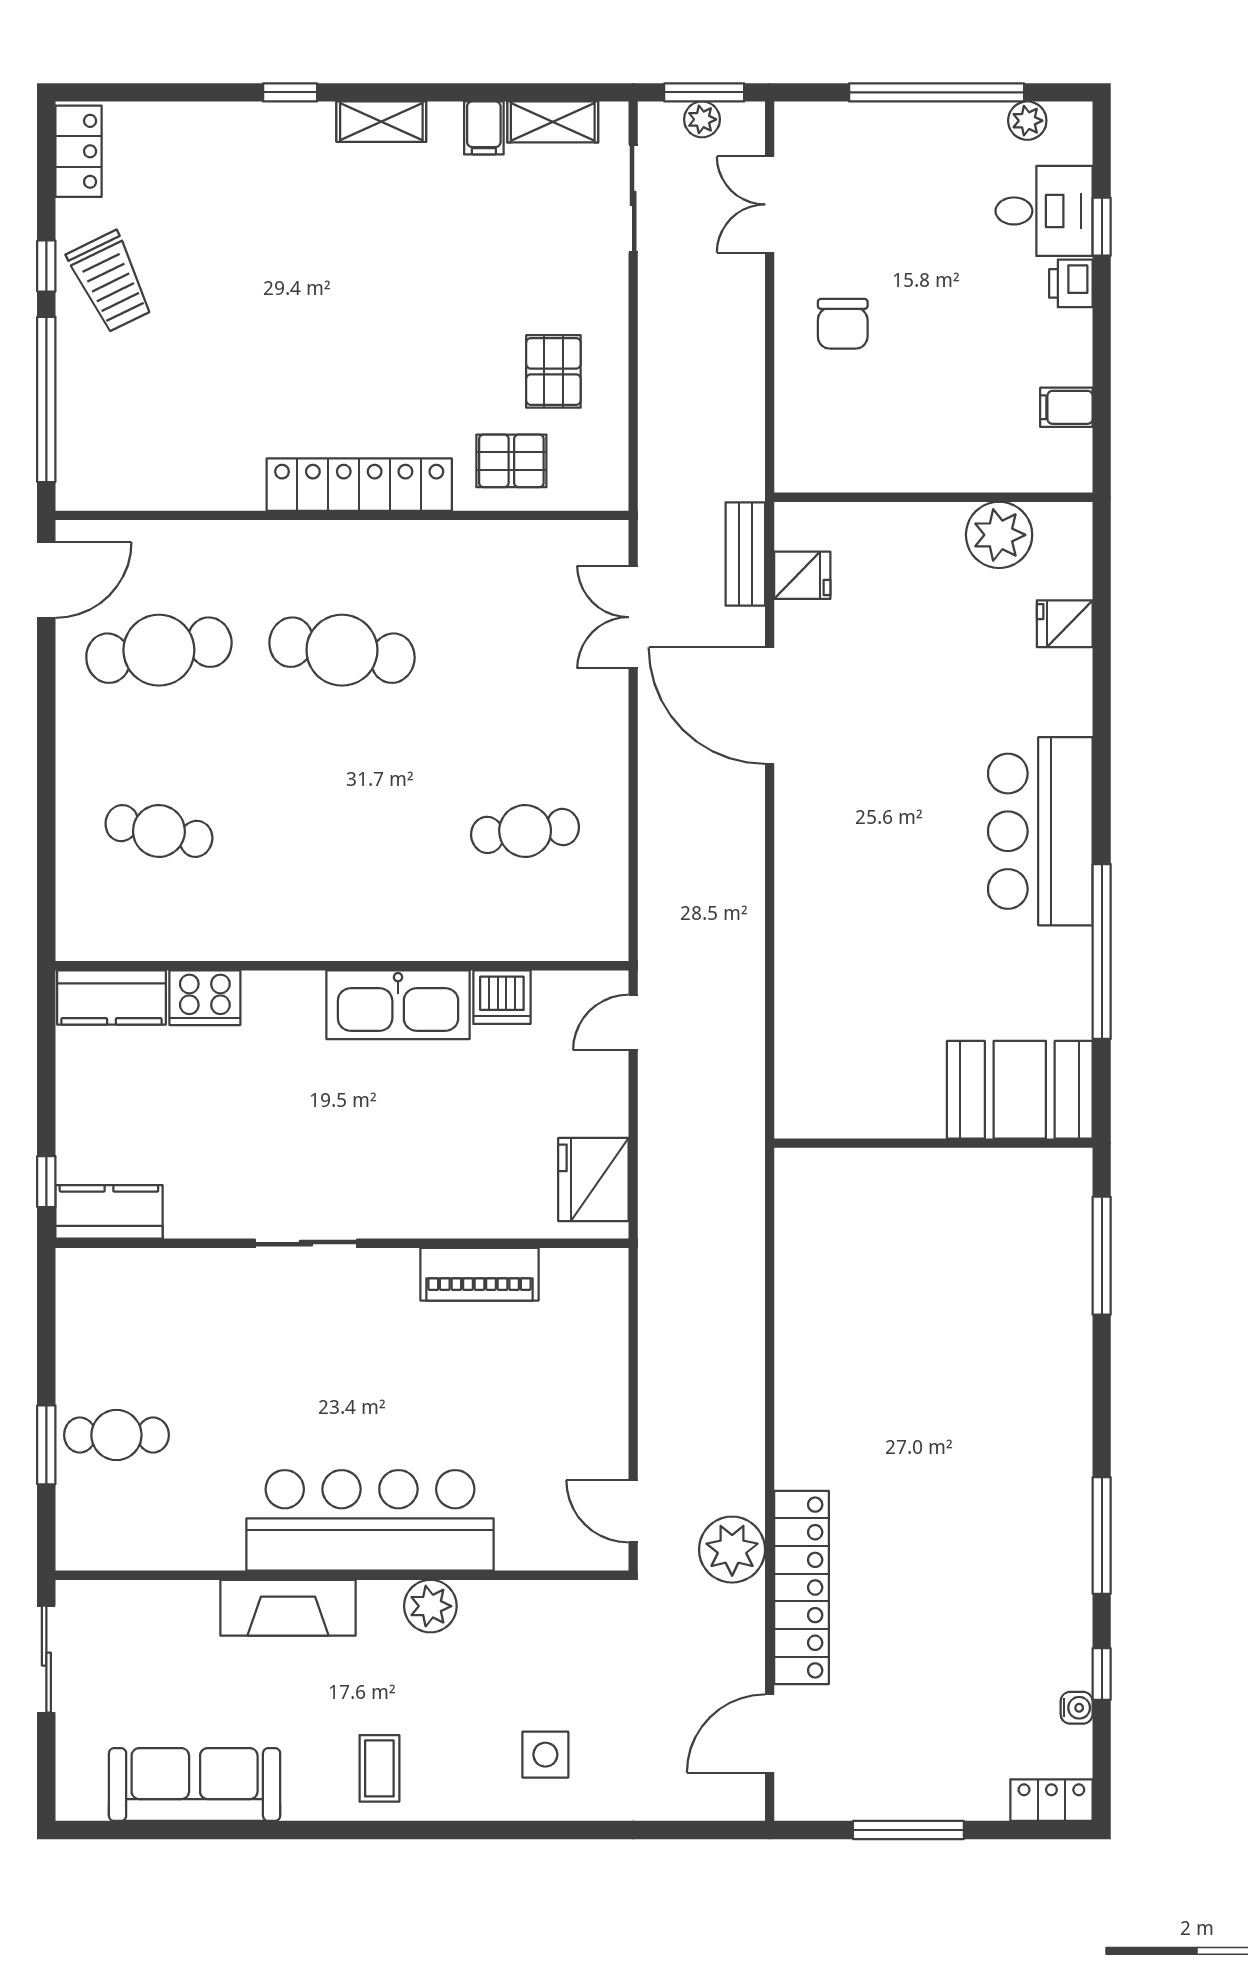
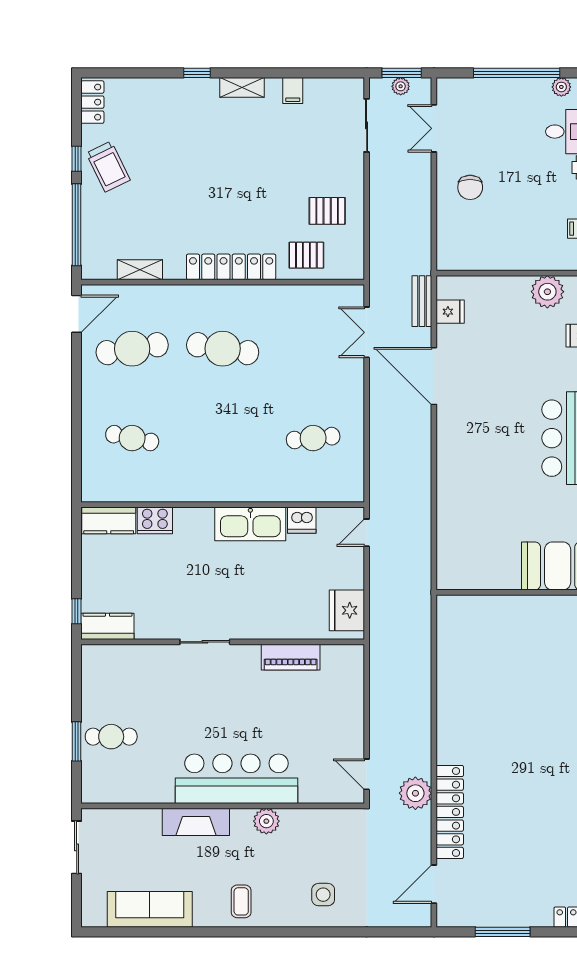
shelving: (553, 122) -> (140, 270), moved
pallet: (553, 371) -> (327, 211), turned 90

